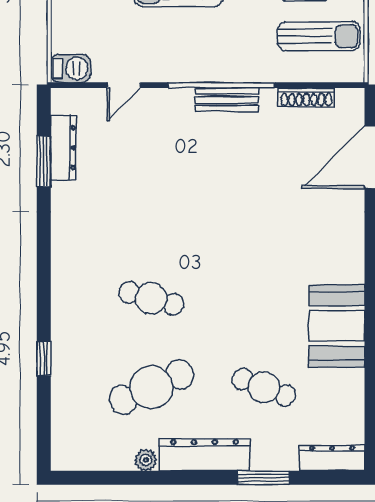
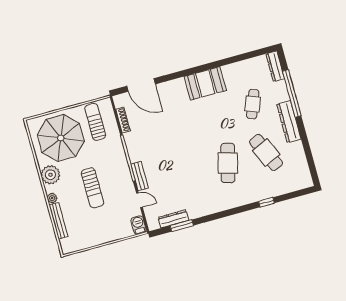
bench: (227, 100) -> (140, 176), moved
cafe table: (151, 298) -> (228, 163), width x1.37, depth x1.35
booth: (337, 326) -> (205, 83), moved
plant: (146, 460) -> (298, 146), removed
window: (264, 478) -> (292, 93), width x2.11

